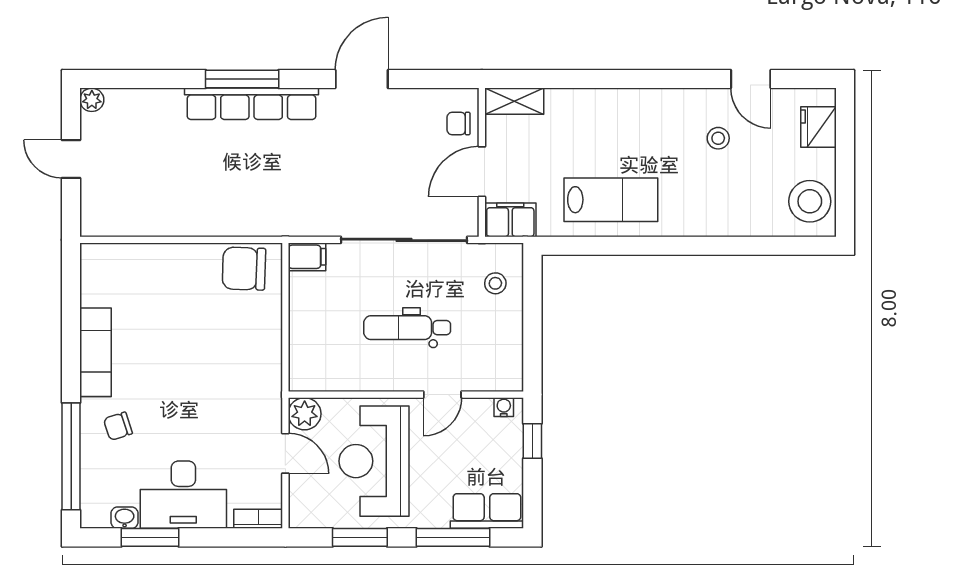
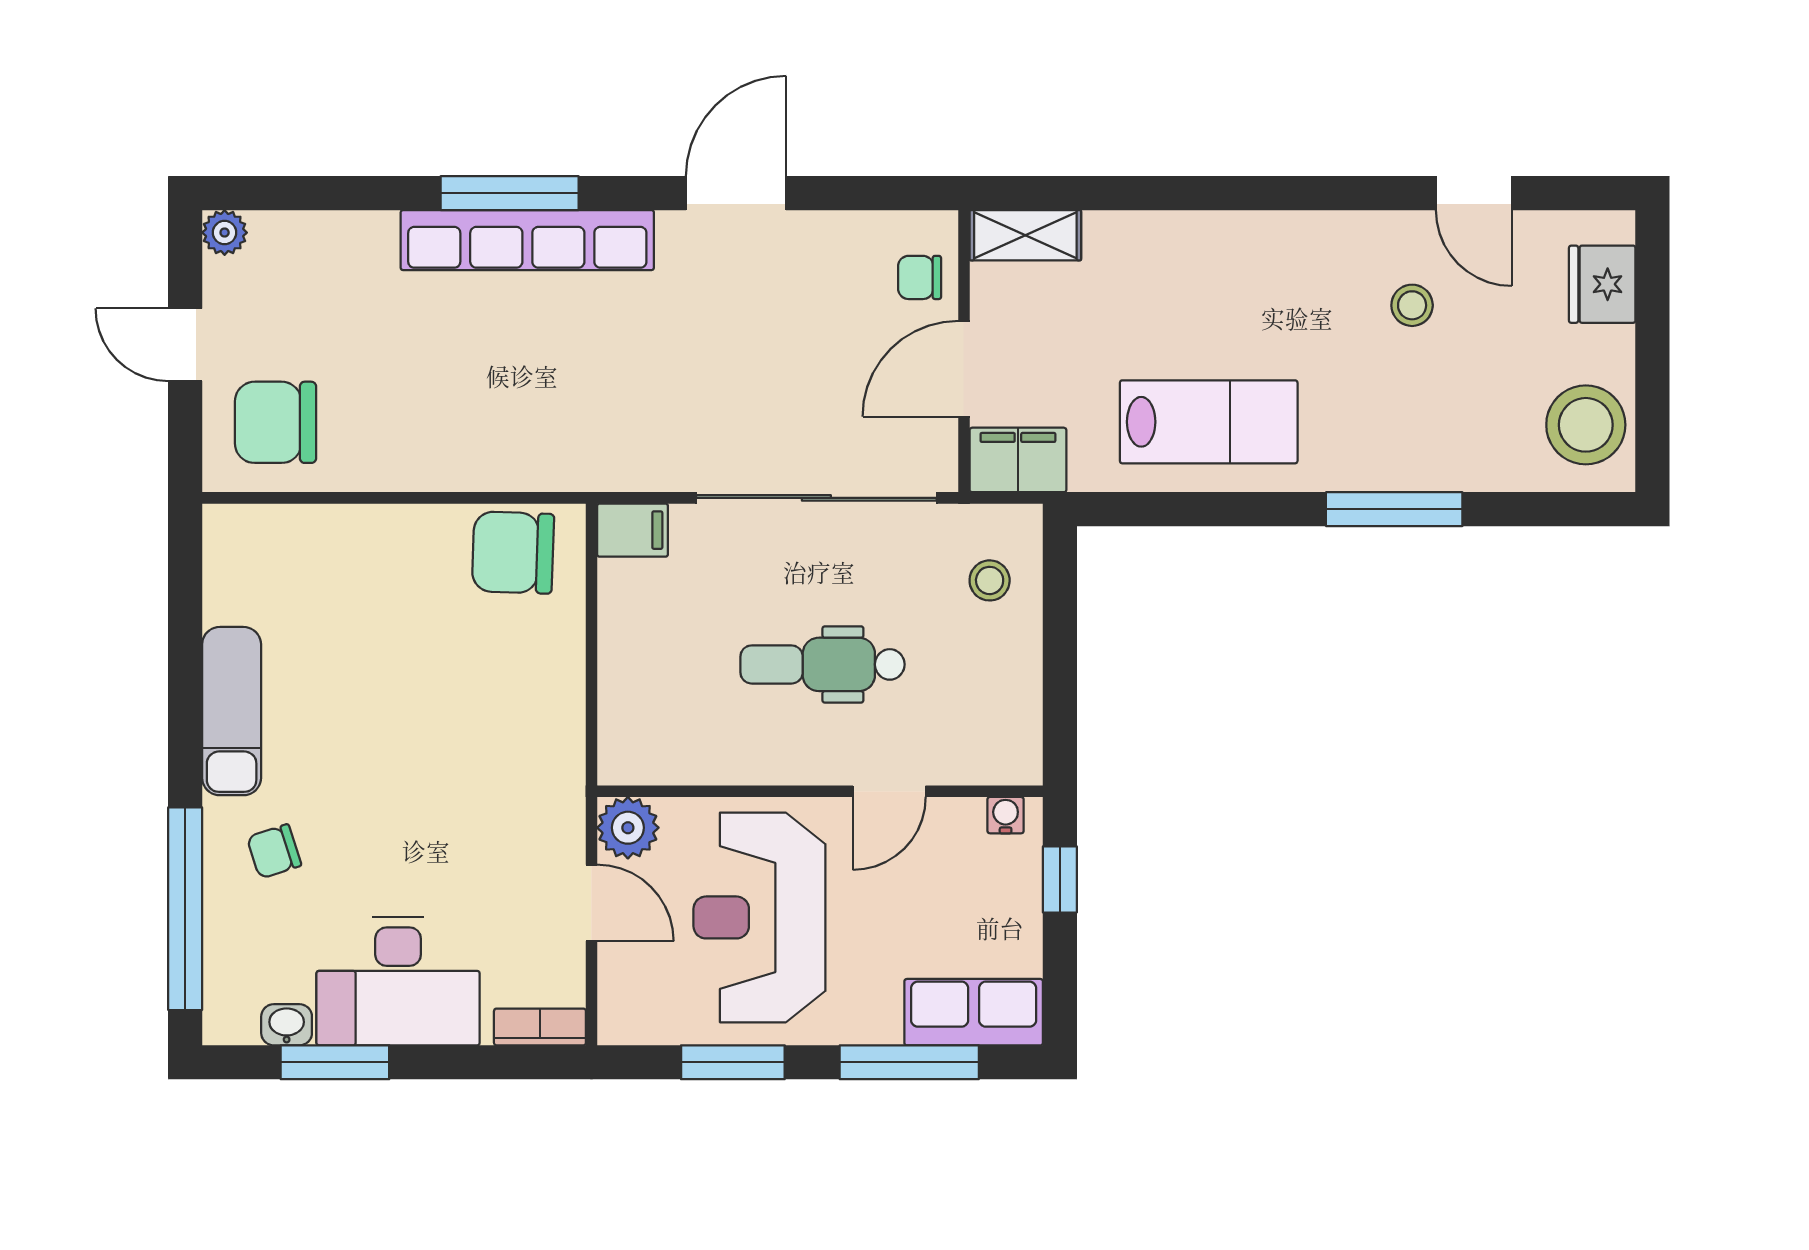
chair: (119, 200) -> (275, 422), added
window: (709, 246) -> (1394, 509), added

